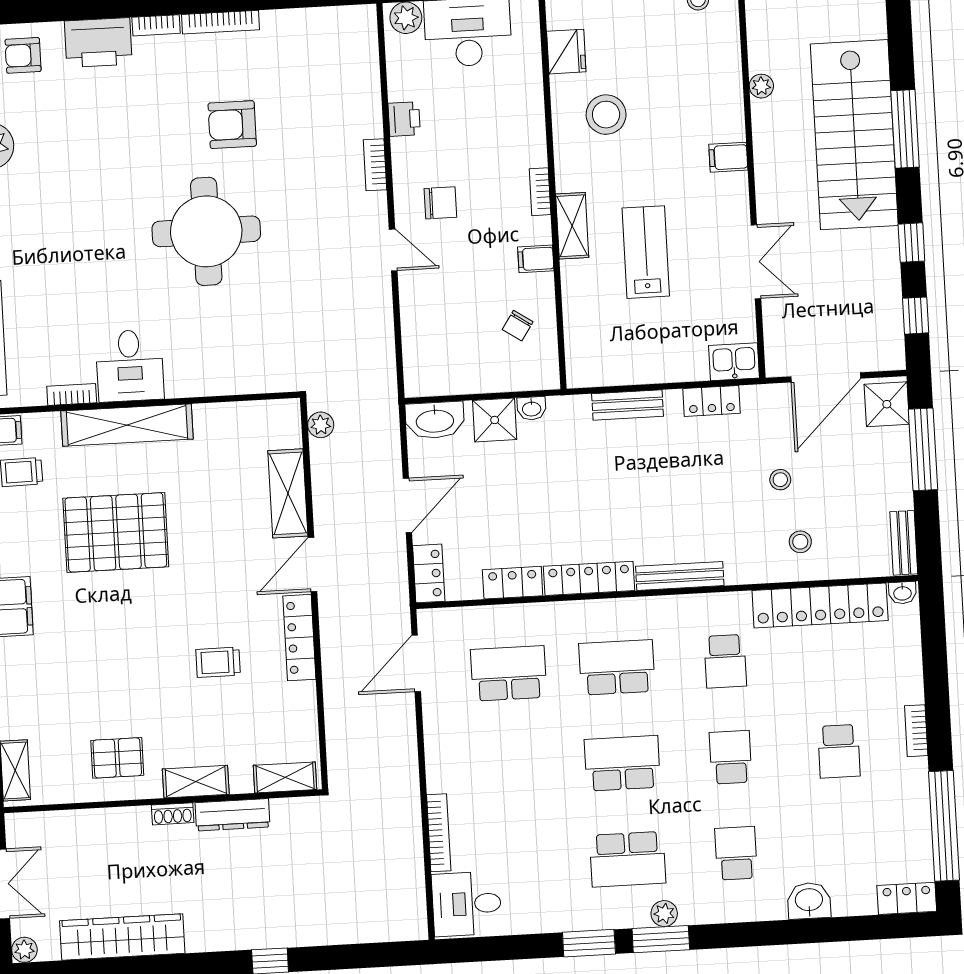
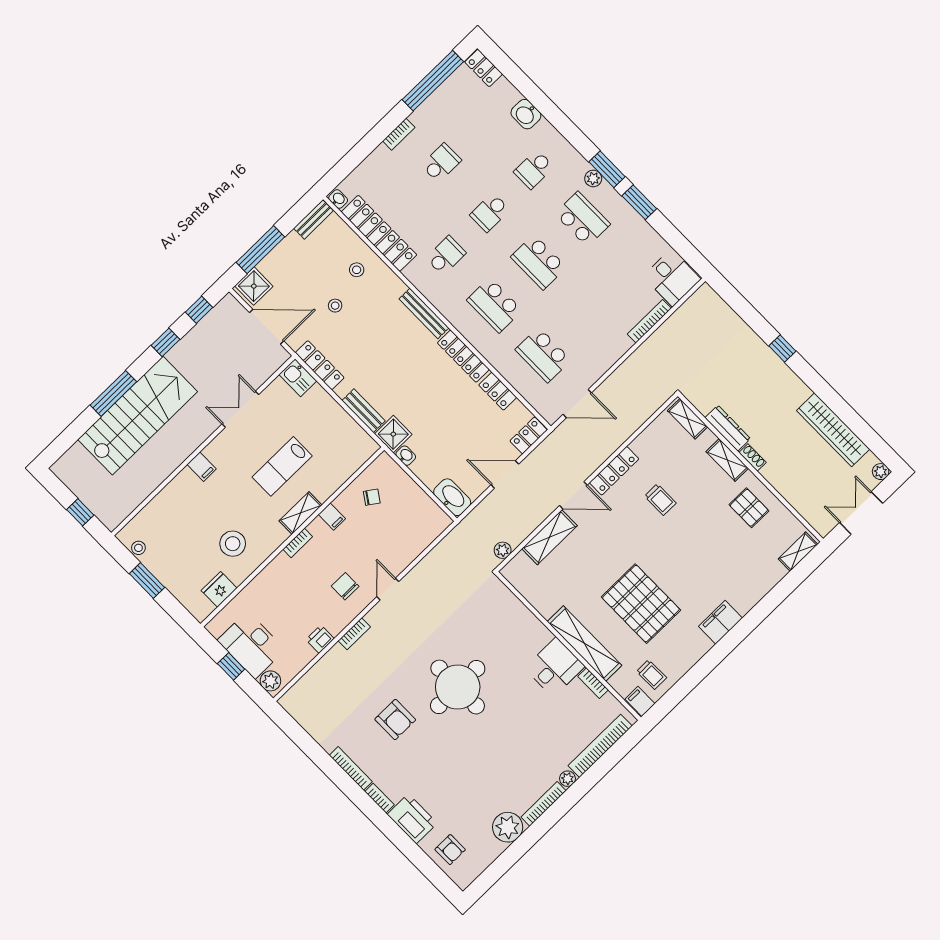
plant: (761, 86) -> (153, 481), removed
locker: (712, 401) -> (320, 365), width x1.53
shower: (495, 420) -> (393, 434), moved

